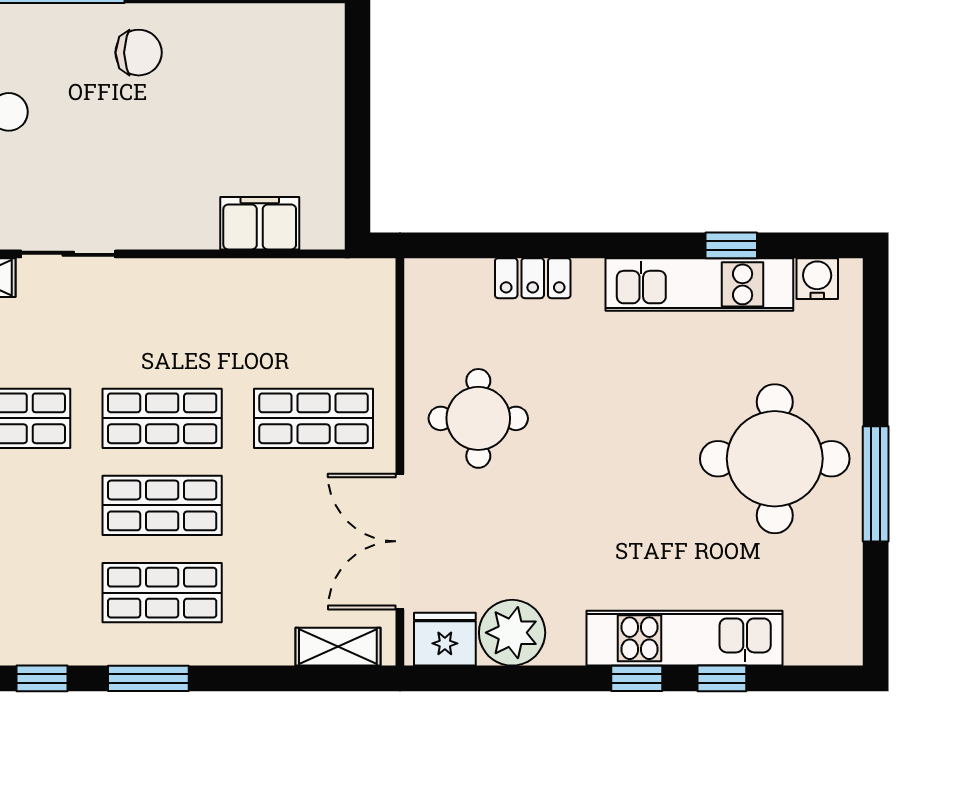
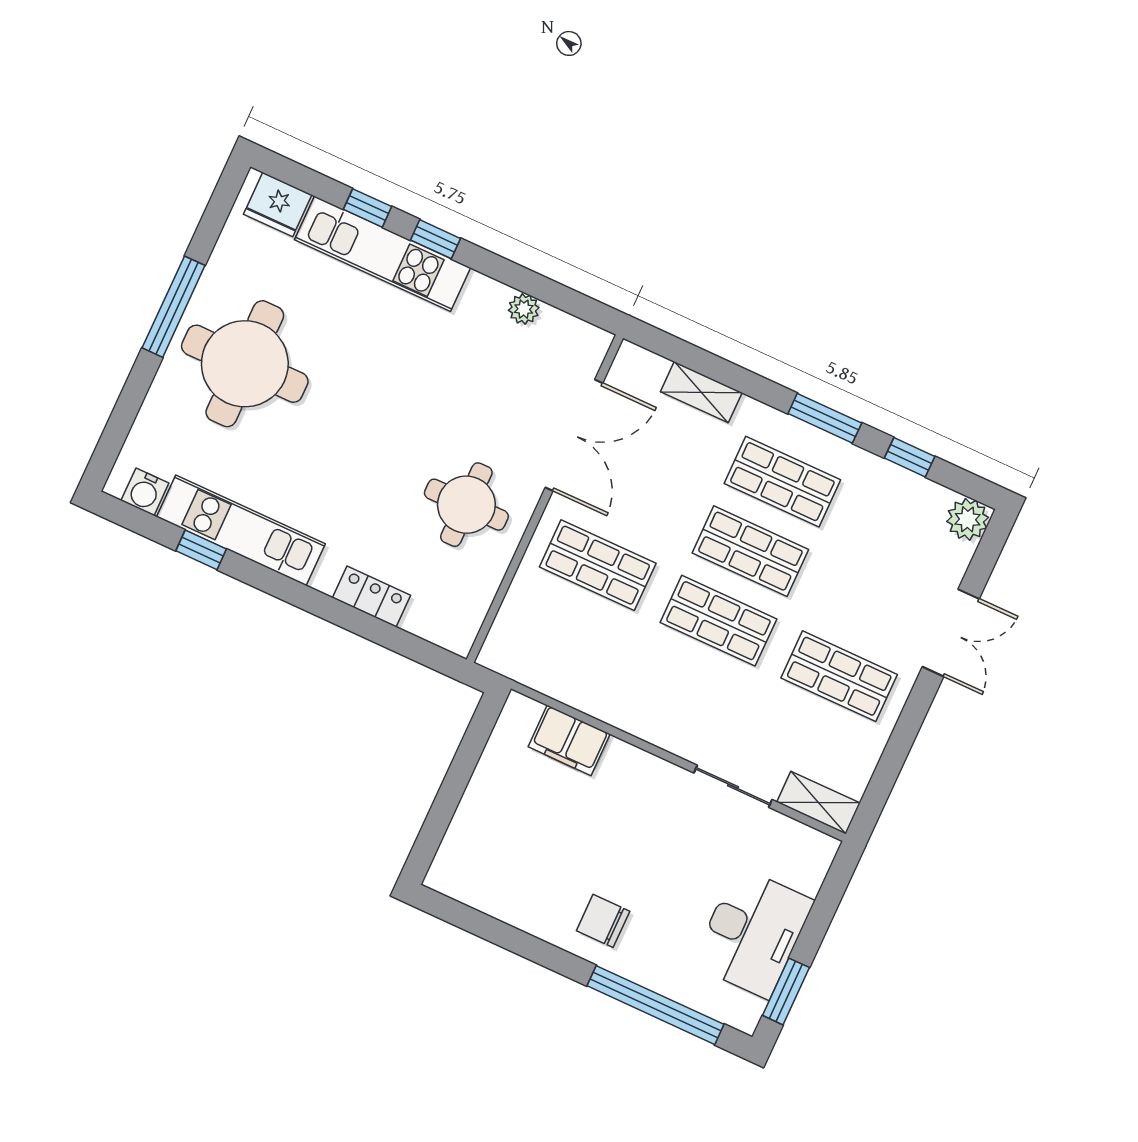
plant: (512, 633) -> (524, 309), width x0.53, depth x0.53
fridge: (445, 639) -> (278, 204), moved
shelving: (338, 647) -> (701, 392), moved

